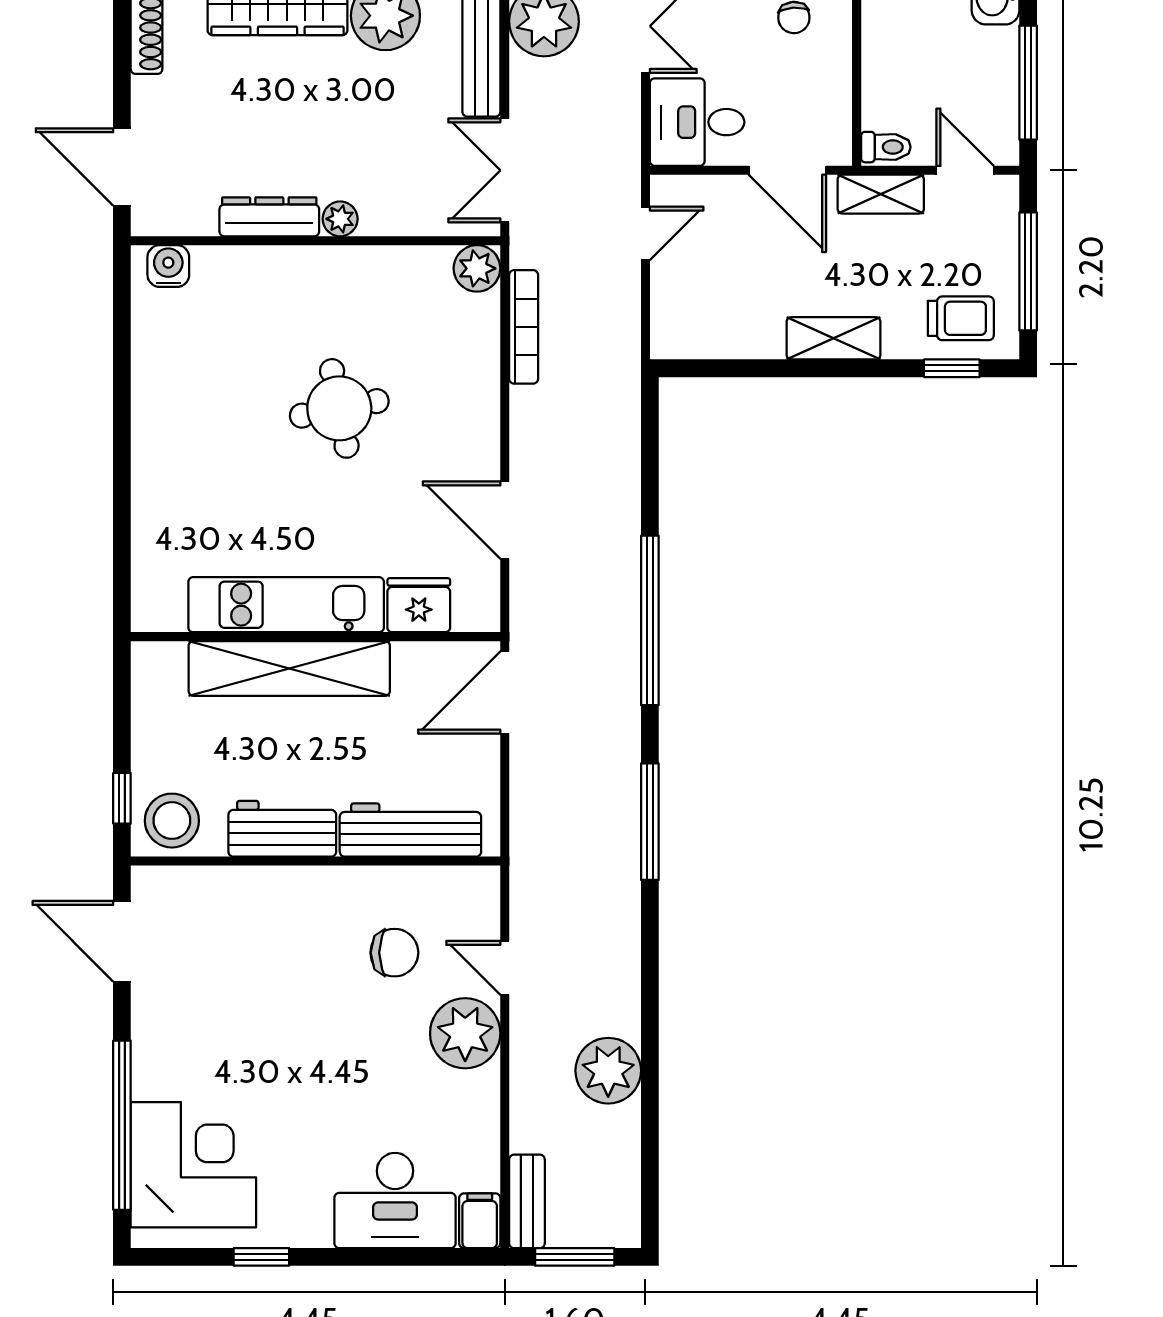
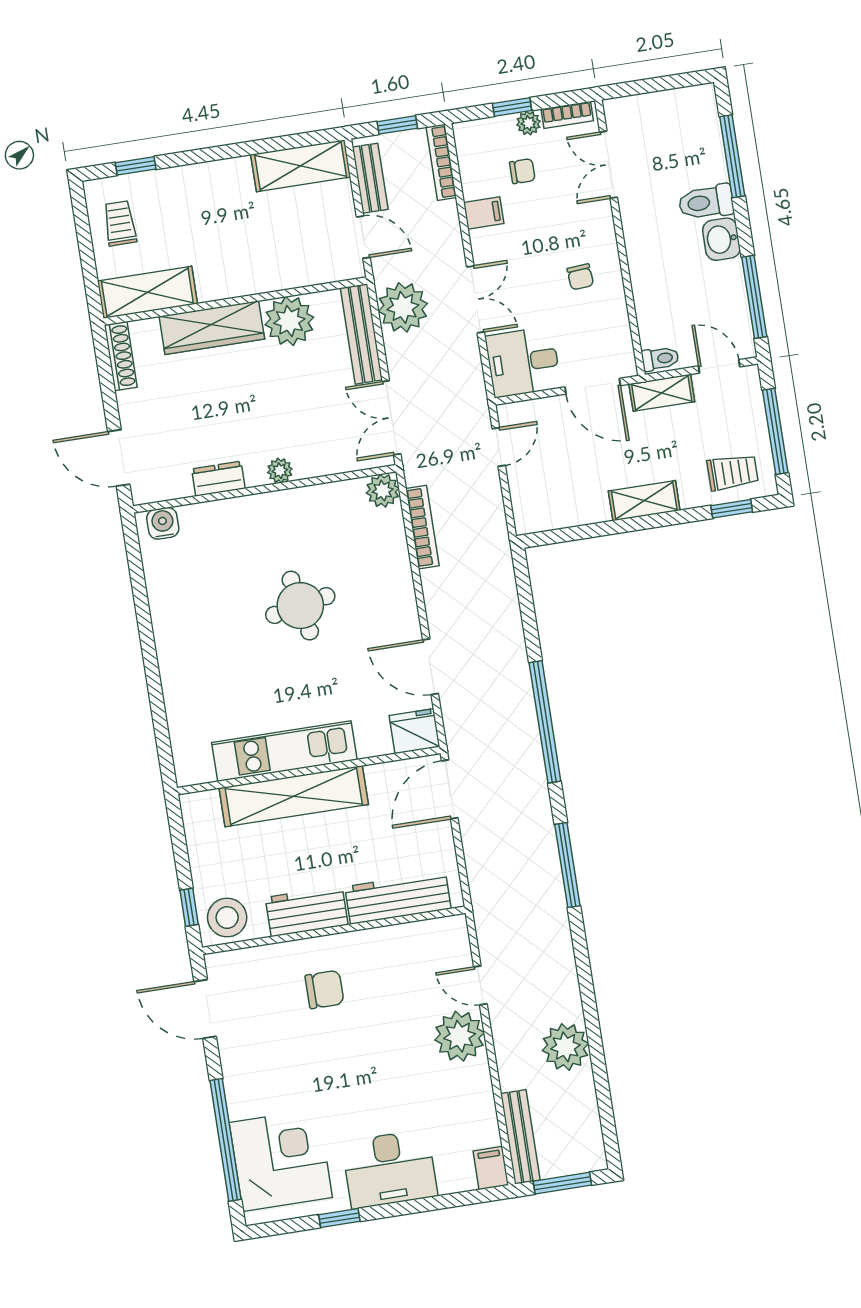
dresser: (269, 217) -> (218, 479), width x0.70
fridge: (419, 605) -> (414, 731), moved
chair: (394, 953) -> (324, 989), moved
desk: (395, 1200) -> (390, 1169), moved
bench: (527, 1201) -> (520, 1137), width x1.36

